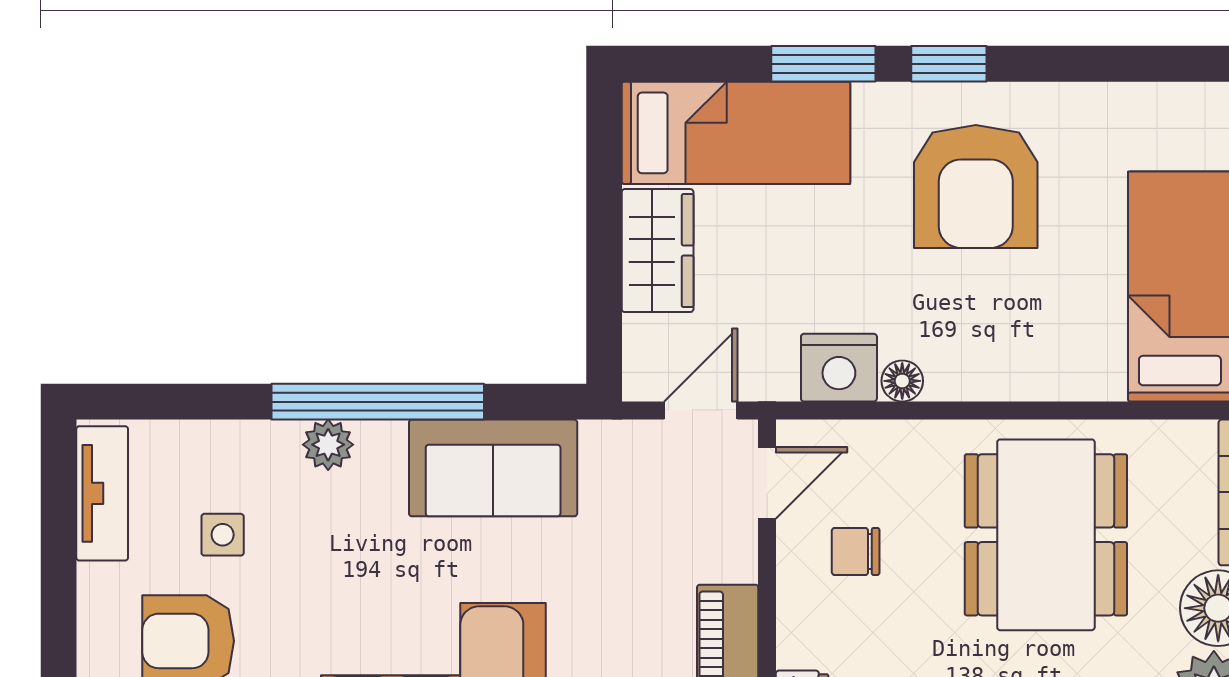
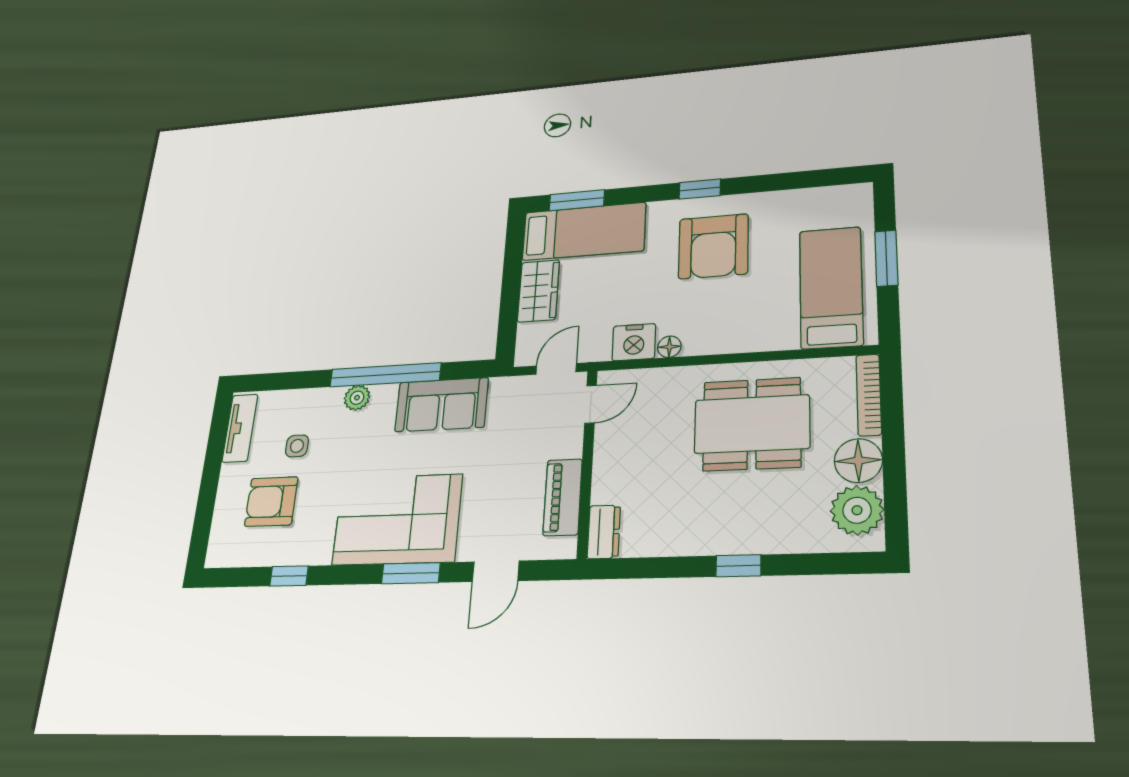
window: (823, 64) -> (577, 200), moved
dining table: (1046, 535) -> (752, 424), turned 90
chair: (856, 551) -> (639, 438), removed

